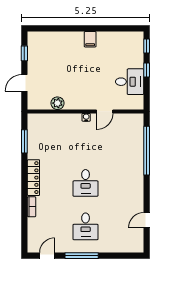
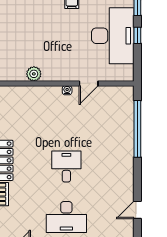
desk: (130, 82) -> (113, 36), width x1.87, depth x1.30
desk: (86, 183) -> (66, 166), turned 180
desk: (86, 226) -> (66, 217), width x1.37

